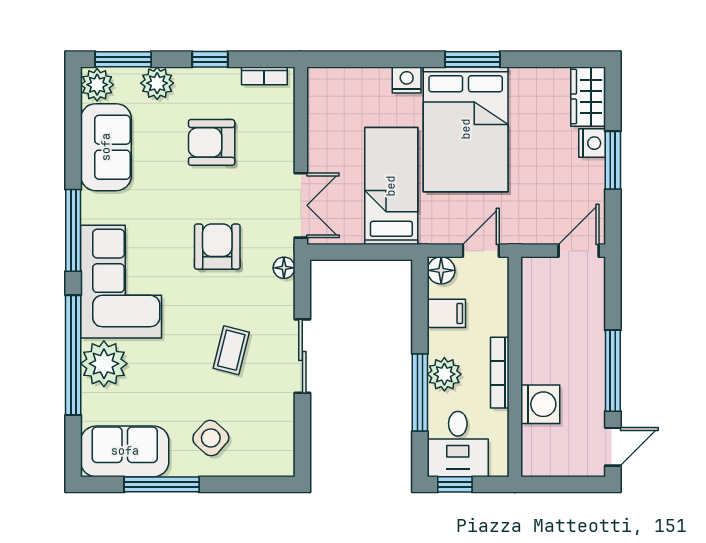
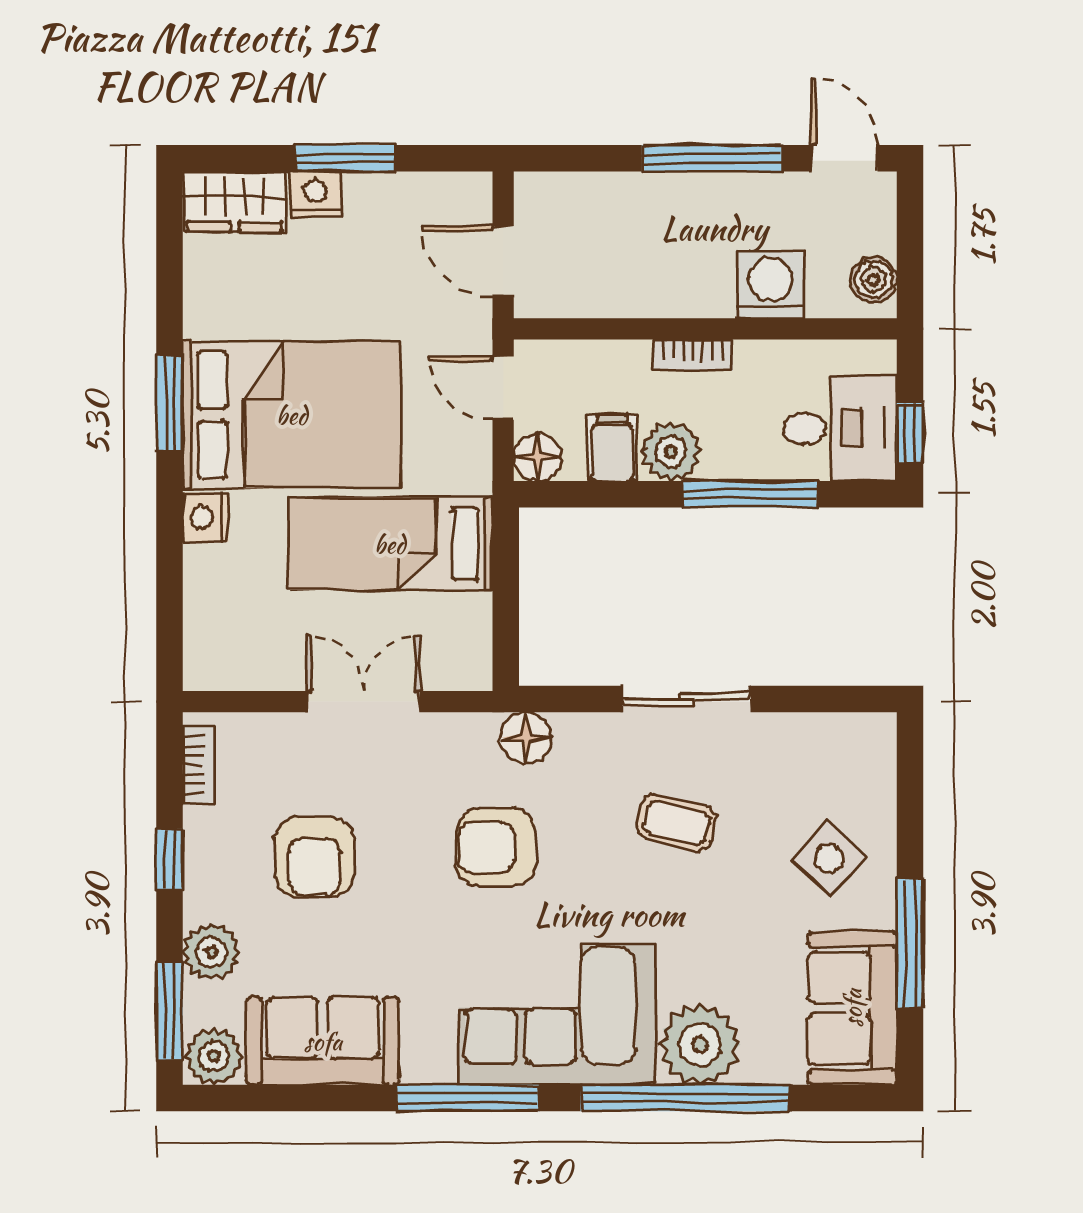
double door: (301, 205) -> (363, 702), moved
door: (579, 251) -> (503, 261), moved
floor lamp: (284, 268) -> (526, 738), width x1.37, depth x1.37
bookcase: (500, 373) -> (693, 355), width x0.64
plant: (444, 374) -> (671, 452), moved
boiler: (543, 464) -> (874, 279), added

